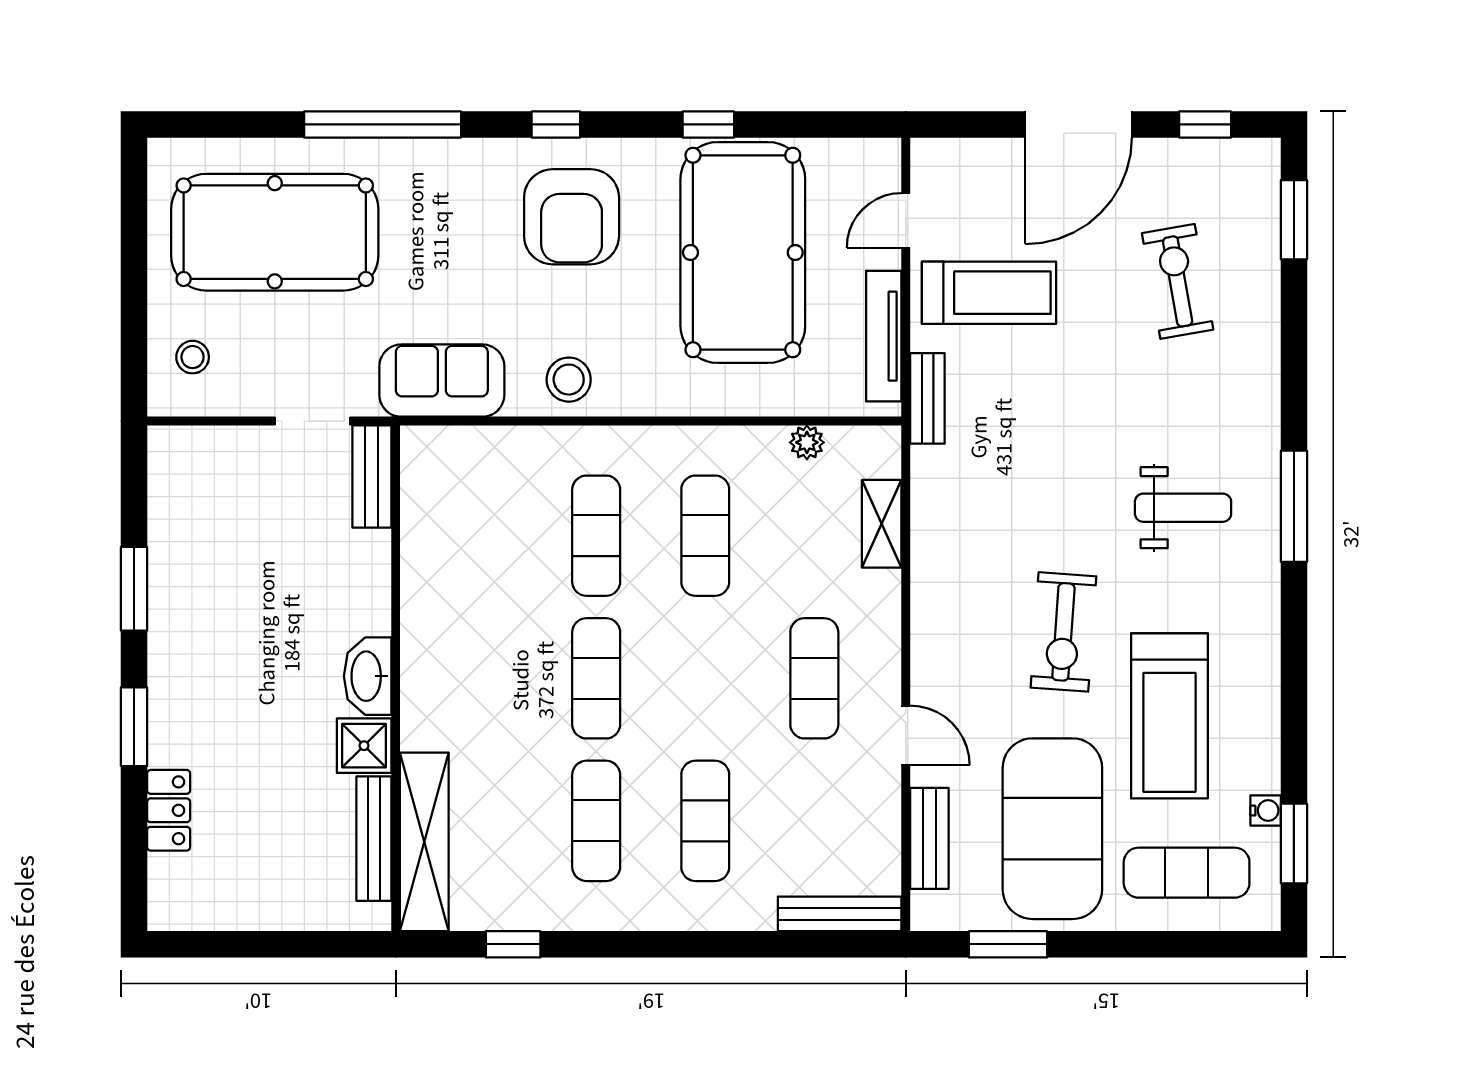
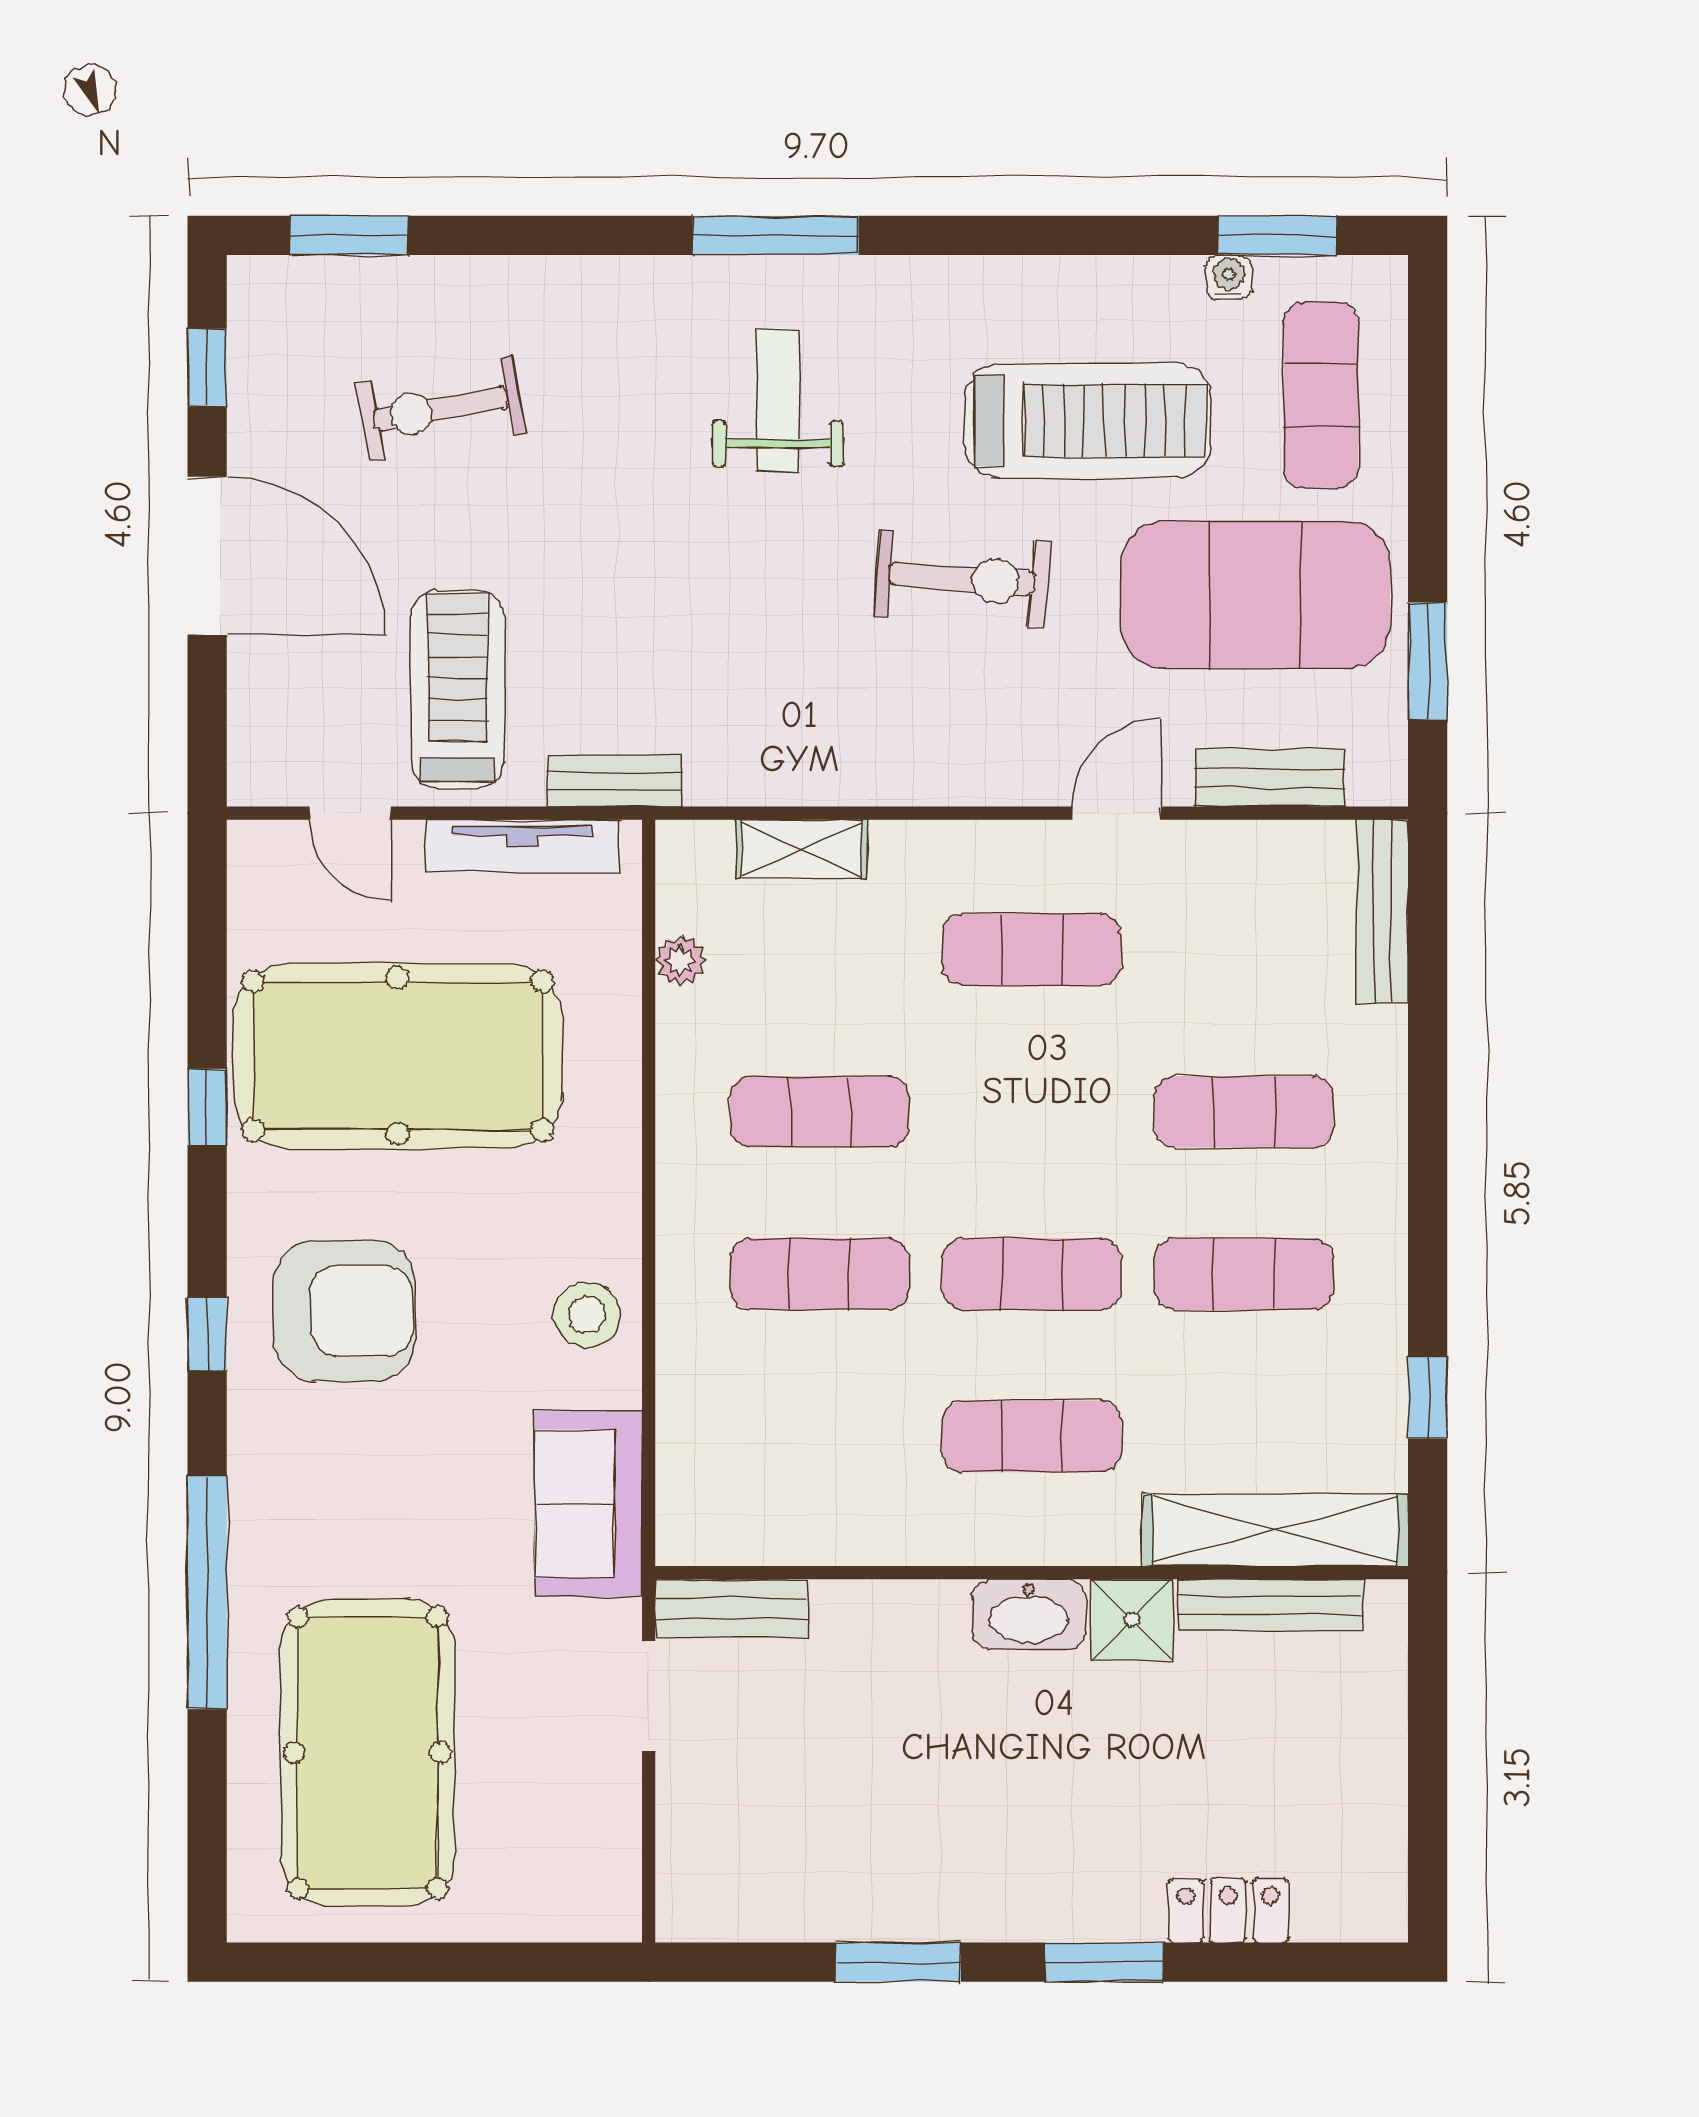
stool: (193, 357) -> (553, 1875), removed
exercise mat: (487, 678) -> (1032, 1436), added

